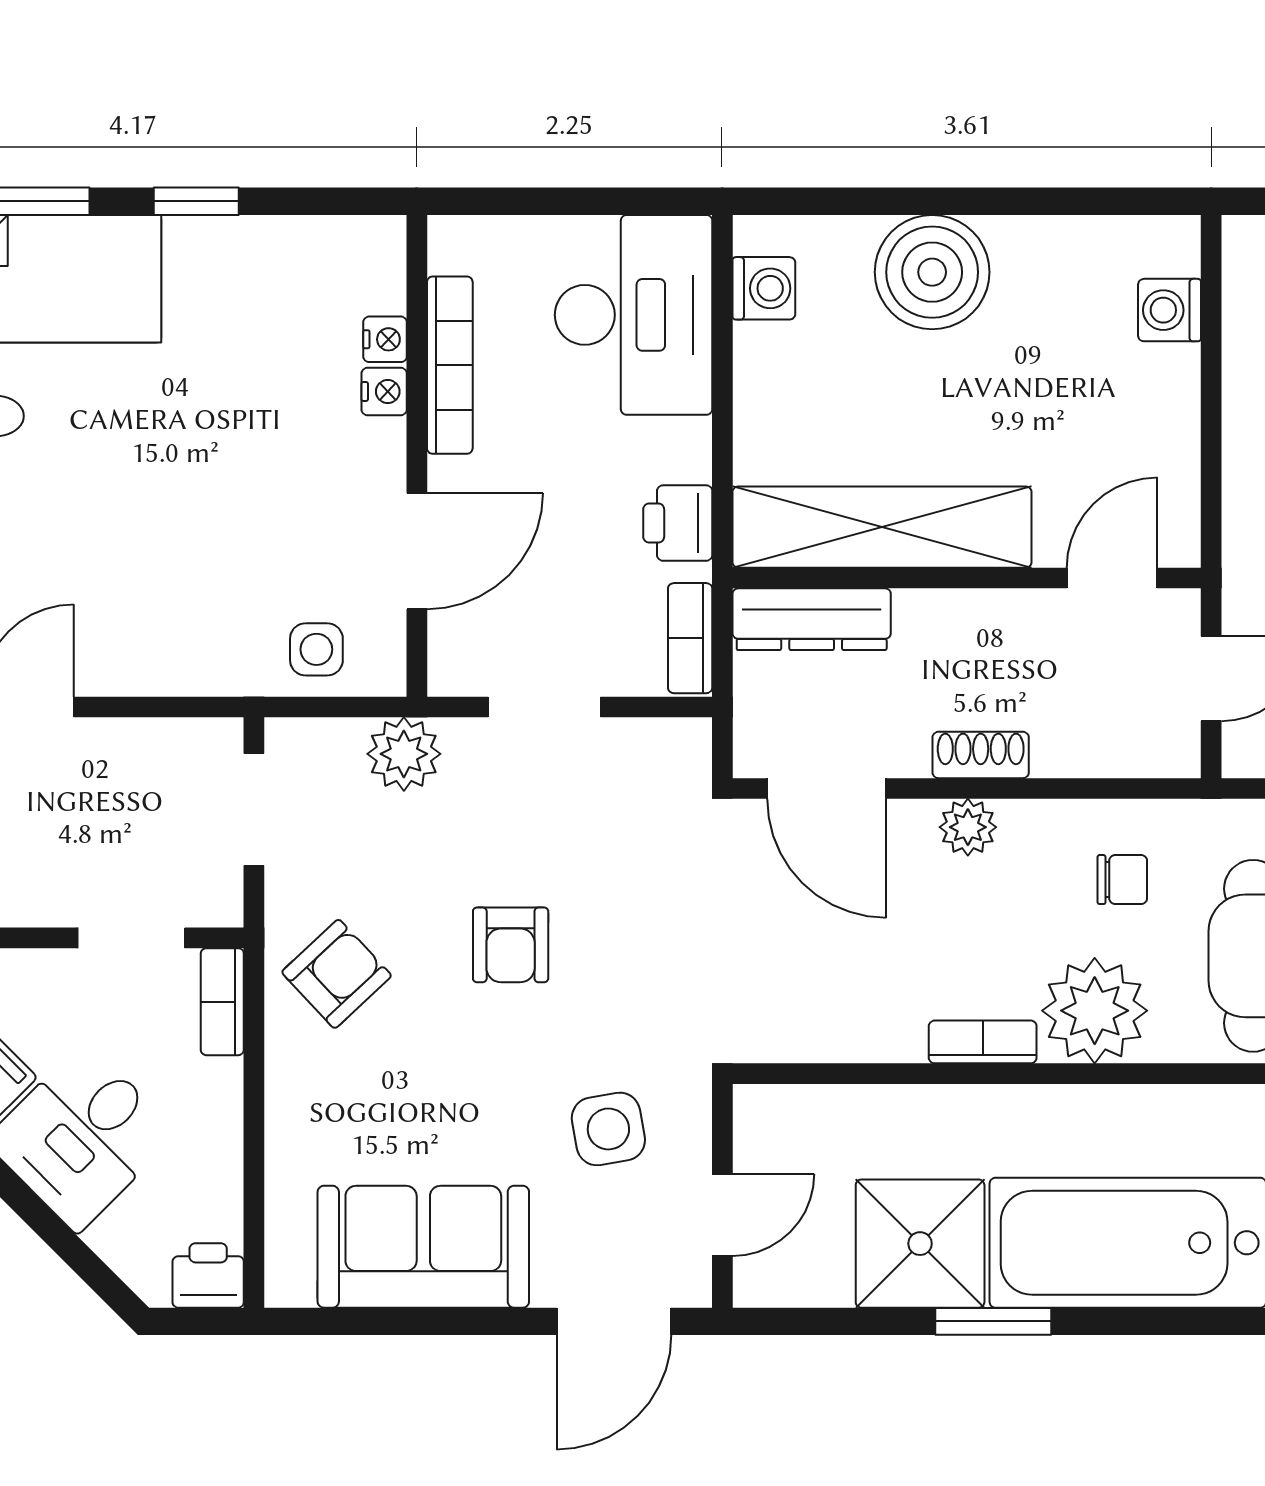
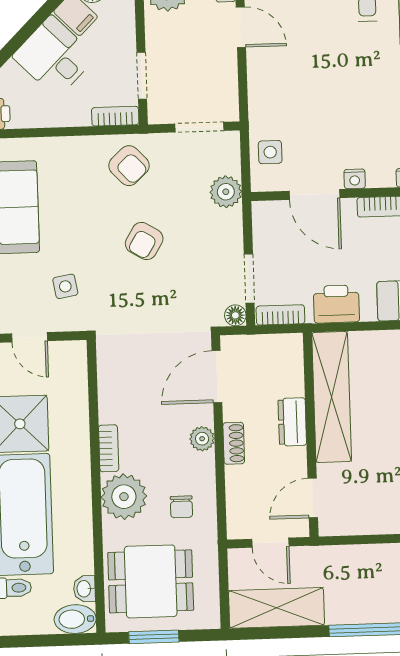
nightstand: (384, 392) -> (355, 179), moved
printer: (678, 523) -> (336, 304), width x1.36, depth x1.24
door: (1112, 578) -> (313, 498), swing flipped
dresser: (812, 619) -> (292, 422), moved, width x0.70
doorway: (544, 707) -> (249, 278), moved
floor lamp: (688, 742) -> (235, 315), added
armchair: (511, 945) -> (144, 241), turned -59
side table: (608, 1129) -> (65, 286), width x0.73, depth x0.73

